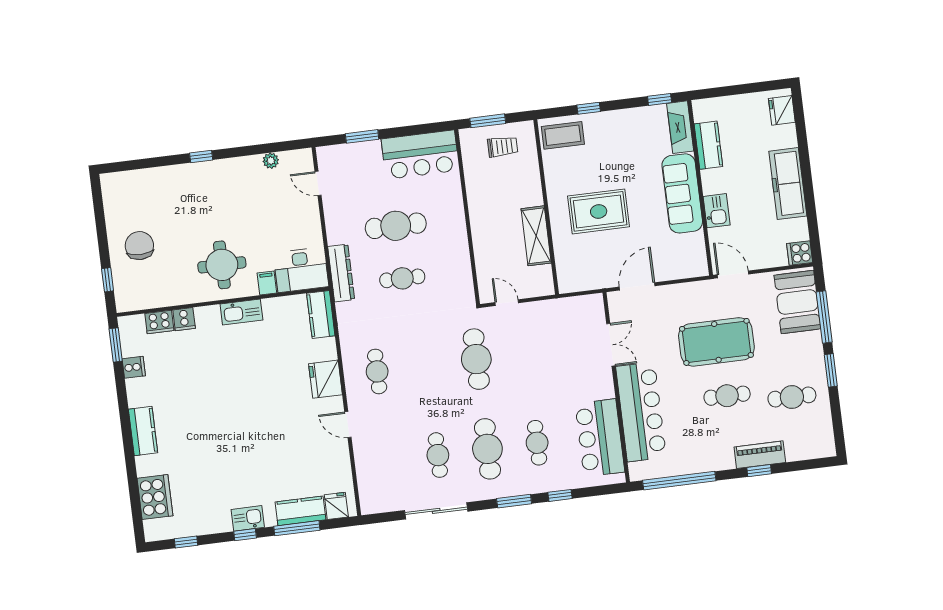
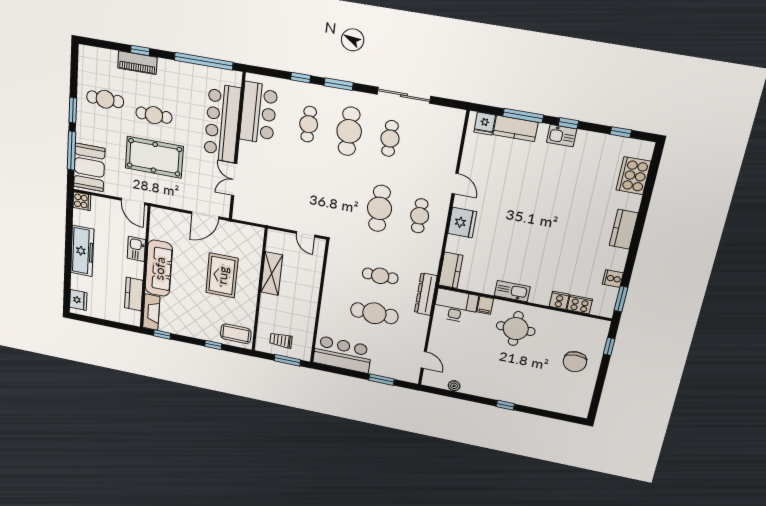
rug: (599, 211) -> (222, 275), turned 90
cafe table: (476, 359) -> (379, 208), moved

